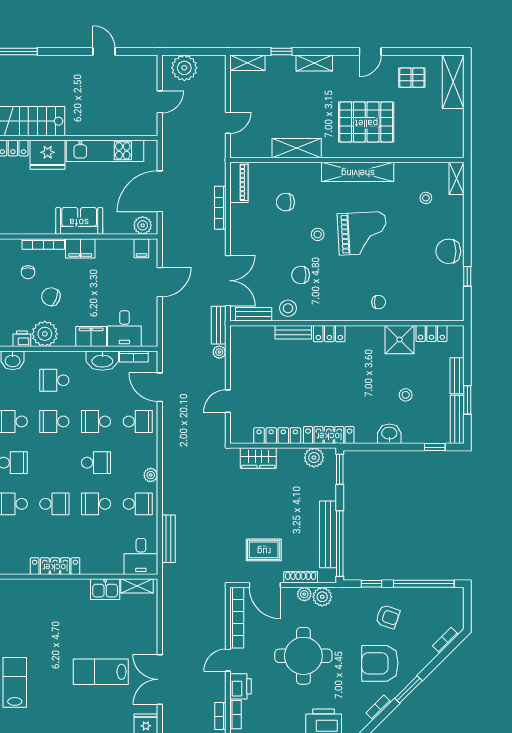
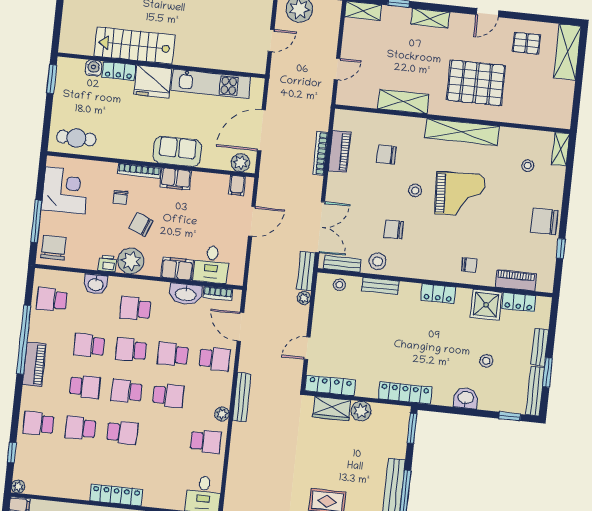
piano: (239, 182) -> (339, 151), moved
piano: (426, 312) -> (516, 280), added
locker: (329, 334) -> (438, 294), moved
stool: (253, 335) -> (339, 285), added
locker: (277, 436) -> (330, 386), moved
plant: (314, 458) -> (361, 411), moved
school desk: (96, 504) -> (127, 391), moved
bench: (169, 539) -> (242, 397), moved

